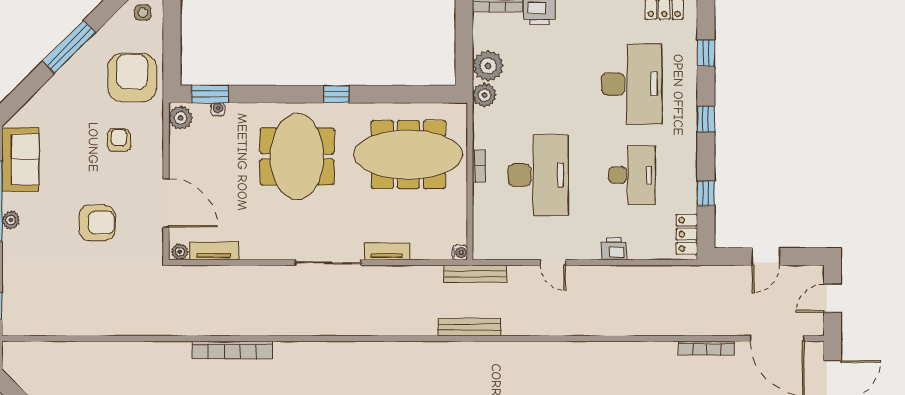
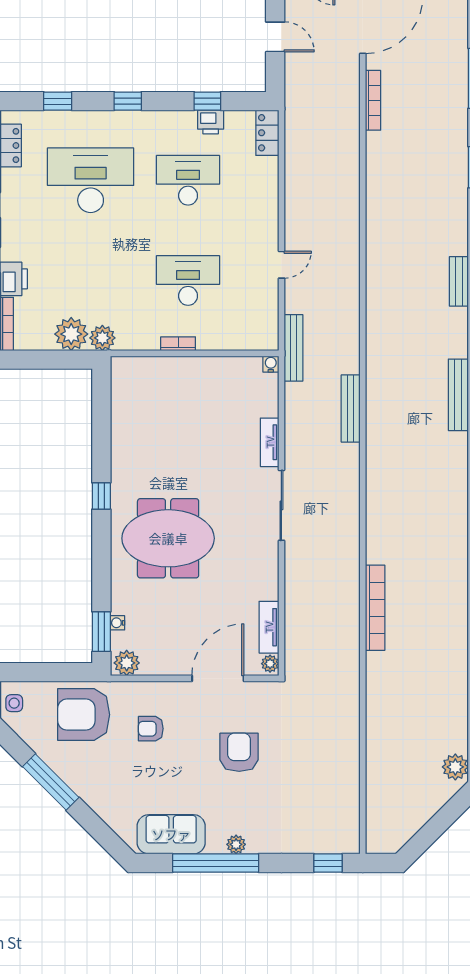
meeting table: (408, 155) -> (166, 419), removed
desk: (538, 175) -> (188, 280), width x0.73, depth x0.77
locker: (687, 234) -> (267, 133), moved, turned 90
printer: (614, 249) -> (211, 122), moved, turned -90
bench: (470, 327) -> (351, 408), moved

